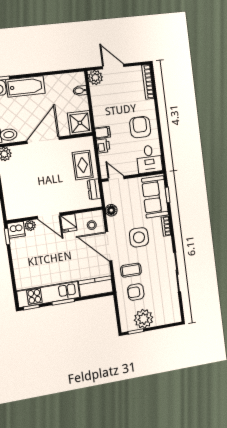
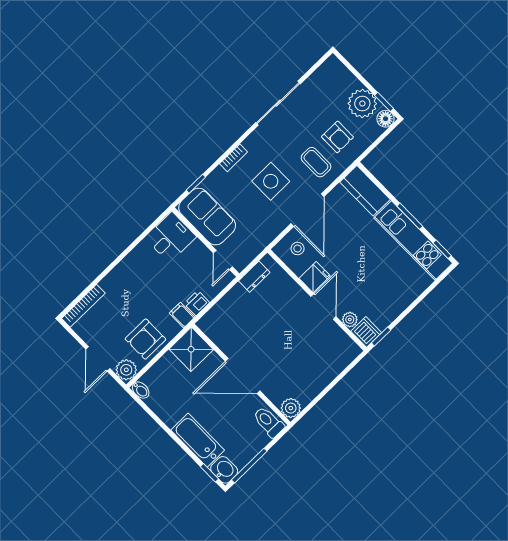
bidet: (80, 91) -> (141, 390), moved
armchair: (140, 127) -> (145, 339), moved
rug: (83, 165) -> (237, 310), removed
sofa: (155, 197) -> (207, 217), moved, turned -90
floor lamp: (111, 210) -> (386, 119), moved

